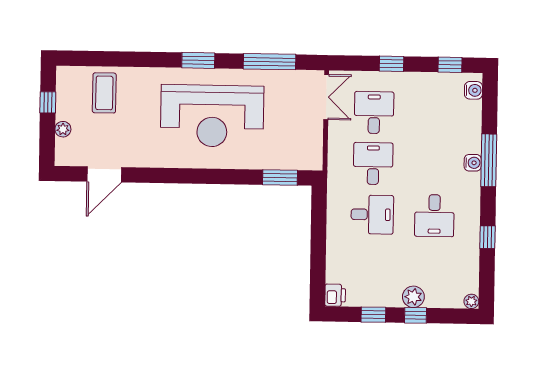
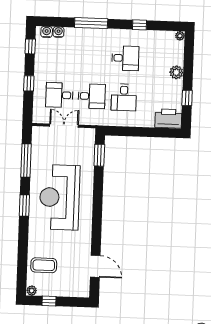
double door: (326, 97) -> (64, 126), moved
reception desk: (212, 116) -> (60, 197), turned 180
plant: (63, 129) -> (32, 291), moved
water cooler: (473, 163) -> (58, 32), moved
desk: (373, 164) -> (92, 96), turned 180
desk: (372, 215) -> (124, 97), turned 180
printer: (335, 295) -> (168, 119), width x1.87, depth x1.48
window: (415, 315) -> (188, 71), removed

